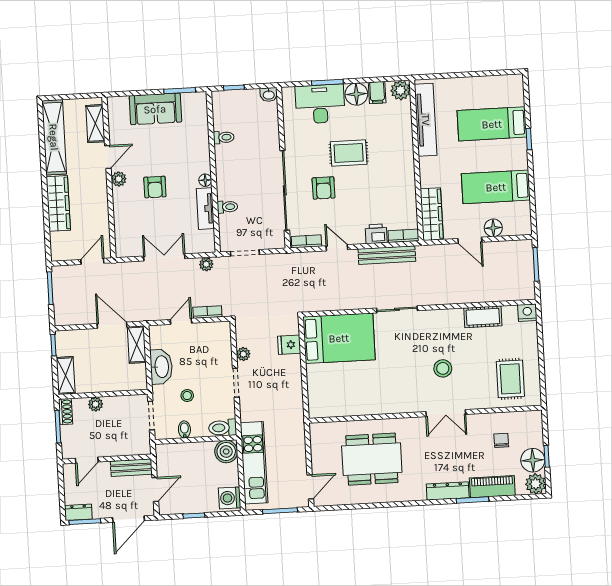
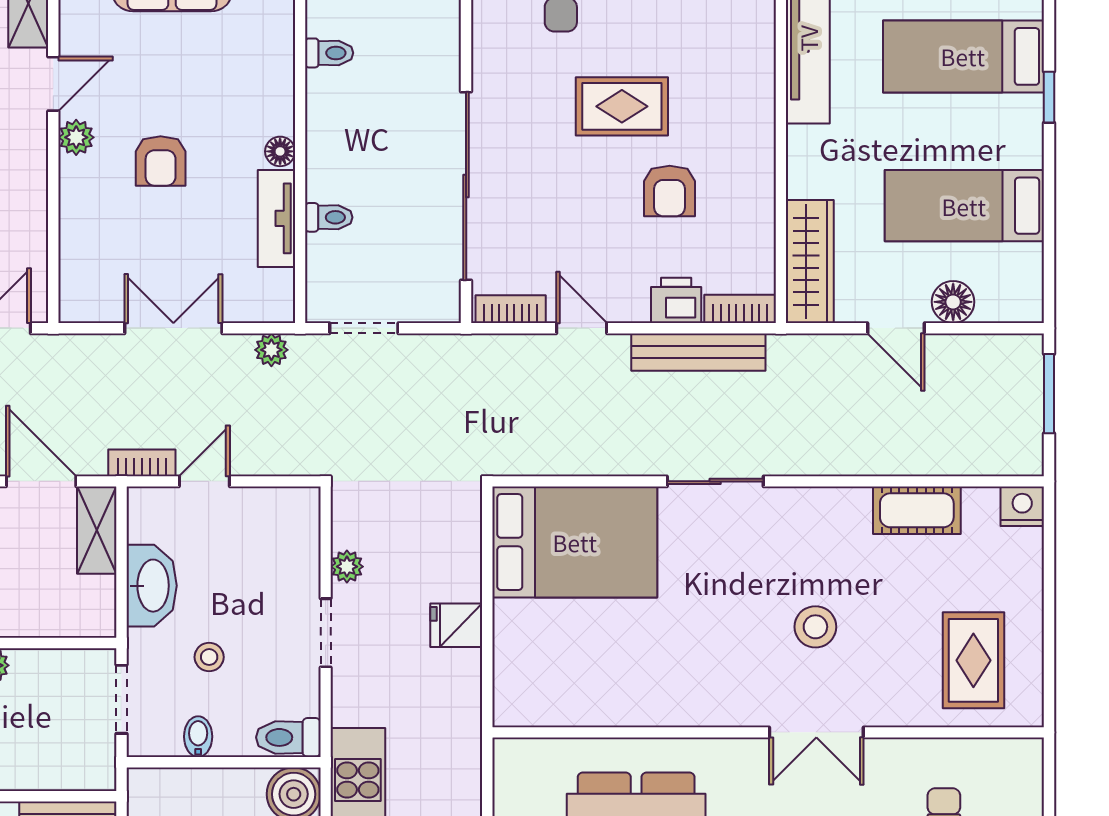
armchair: (324, 188) -> (670, 191), moved
bookcase: (207, 312) -> (142, 463), moved
fridge: (289, 345) -> (456, 625), moved

